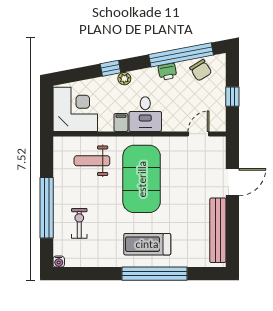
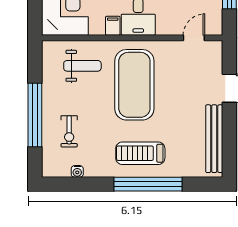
weight bench: (92, 161) -> (82, 66), turned 180
exercise bike: (79, 223) -> (69, 131), turned 180
water cooler: (59, 262) -> (77, 171), moved

